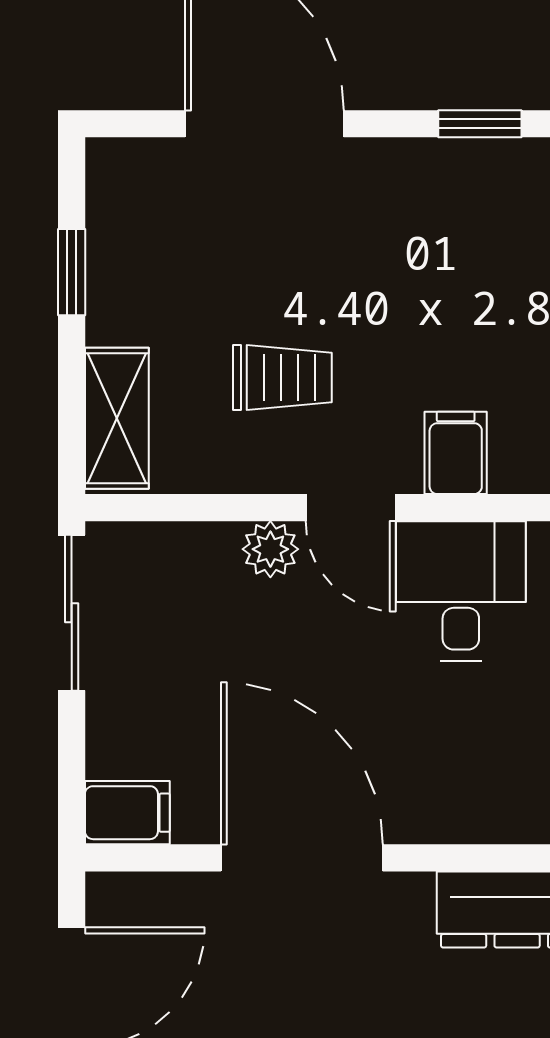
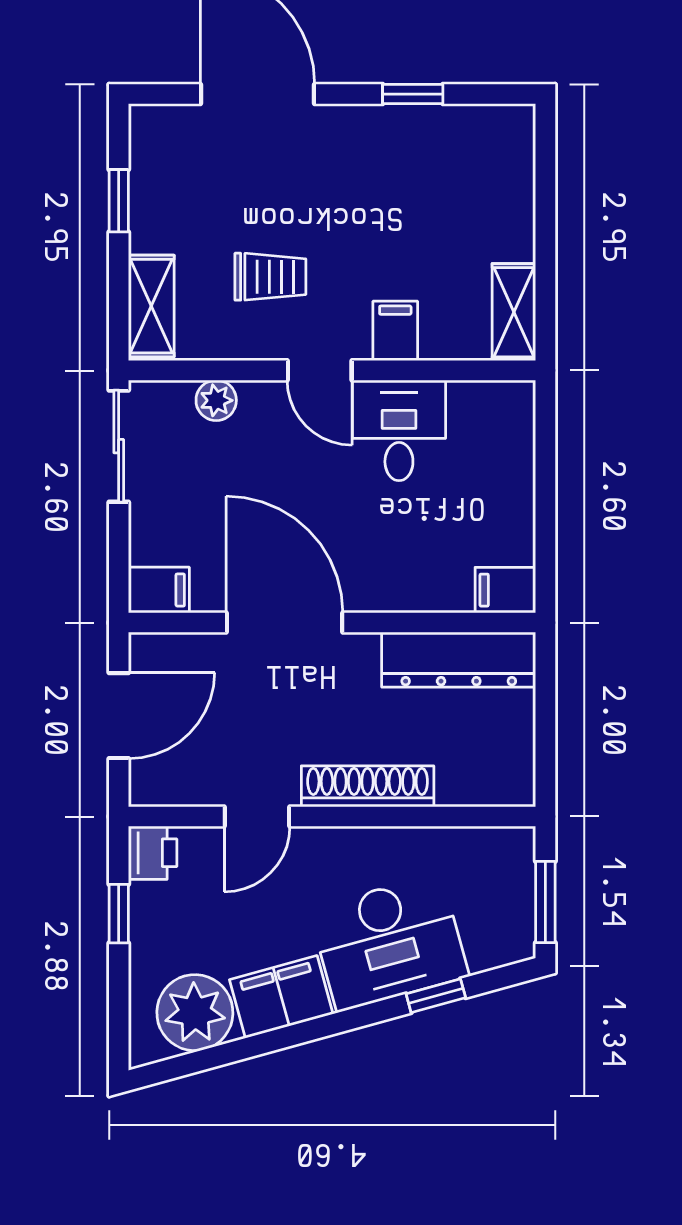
plant: (270, 549) -> (216, 400), moved

